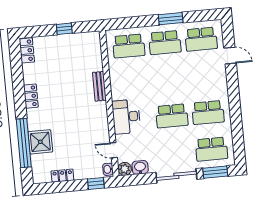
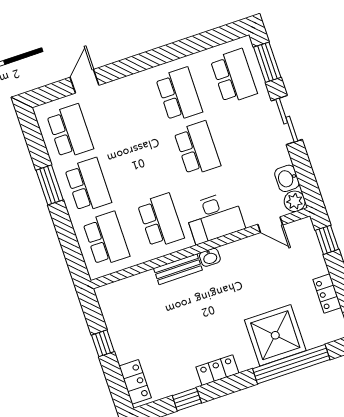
locker: (27, 50) -> (135, 382), moved, turned 90
window: (17, 73) -> (187, 399), added
school desk: (132, 83) -> (161, 221), added
shower: (40, 142) -> (275, 335), width x1.37, depth x1.37
door: (114, 150) -> (270, 225), hinge flipped
washbasin: (108, 169) -> (210, 257), moved
sliding door: (176, 176) -> (287, 120), width x0.73

